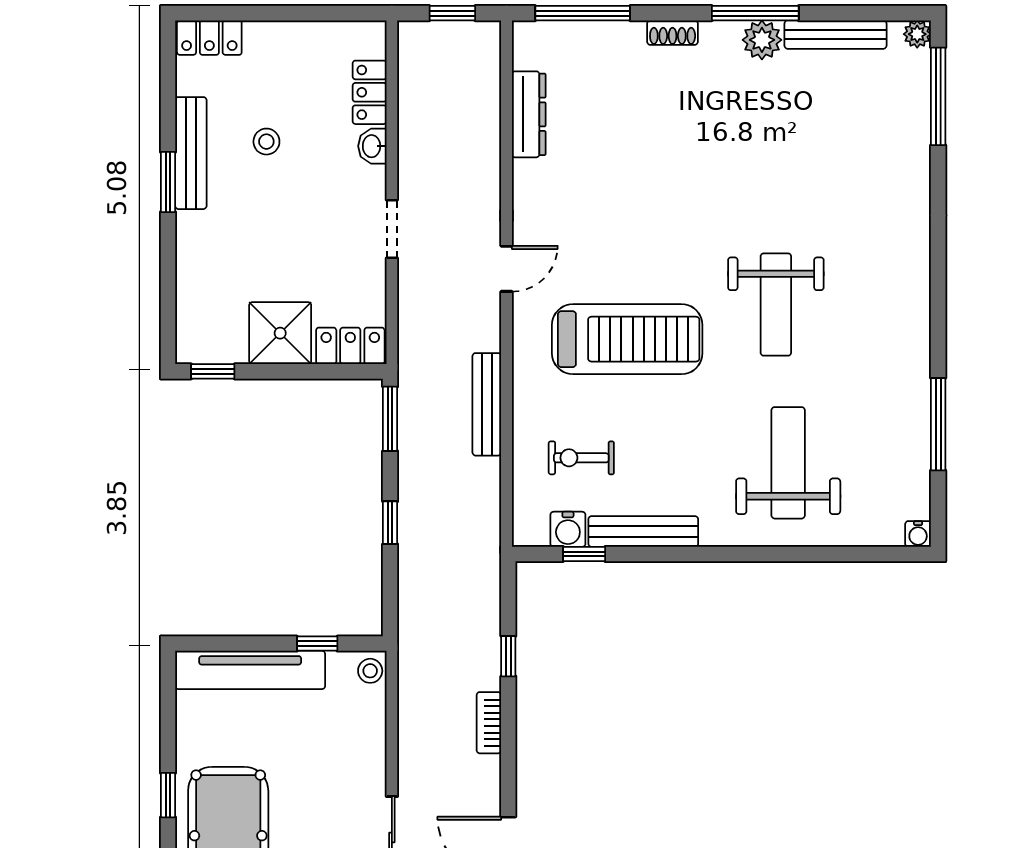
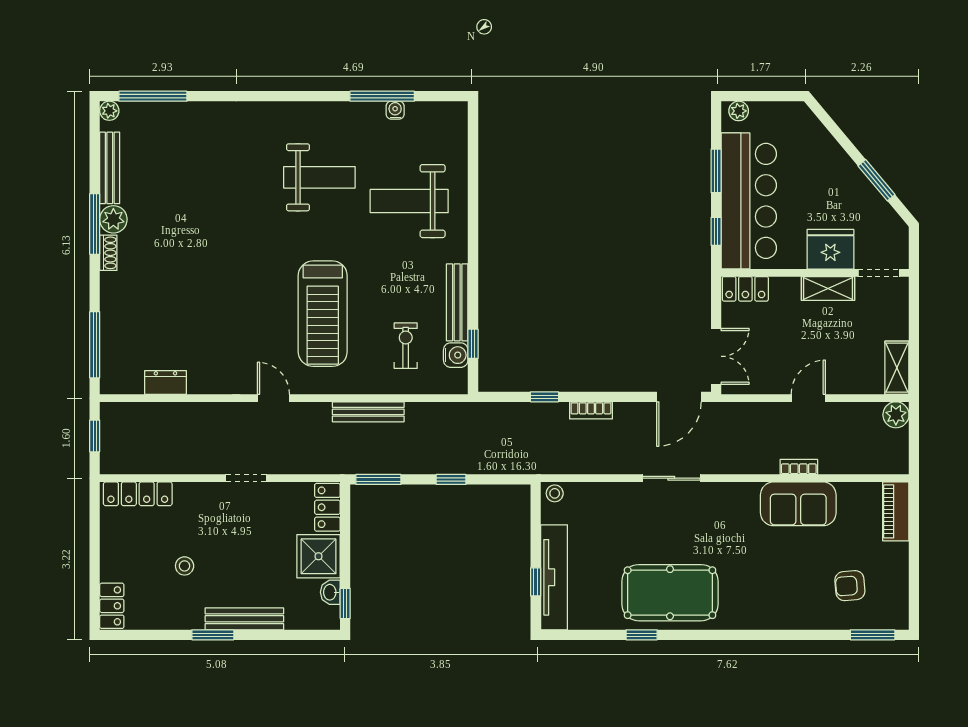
shoe rack: (673, 33) -> (108, 253), moved
locker: (370, 92) -> (138, 494), width x1.53
dresser: (529, 114) -> (165, 382), width x0.70
washbasin: (372, 146) -> (330, 592), moved, turned 90
bench: (191, 153) -> (244, 619), moved
weight bench: (776, 305) -> (319, 177), moved
treadmill: (627, 339) -> (323, 314), turned 180
exercise bike: (581, 458) -> (406, 346), turned 180
water cooler: (918, 534) -> (395, 110), moved, turned -90
window: (317, 644) -> (536, 582), moved

